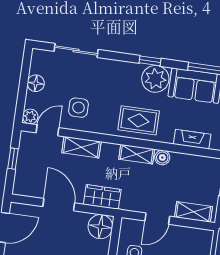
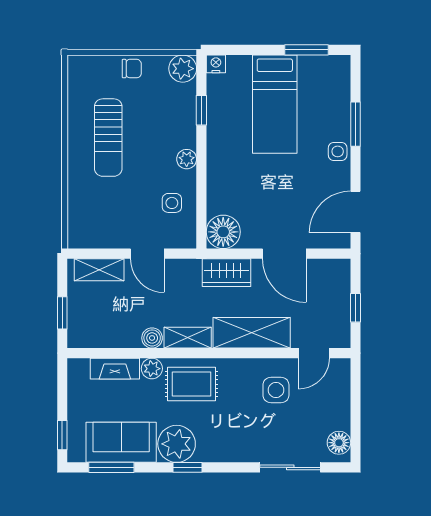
floor lamp: (36, 83) -> (339, 443), moved
plant: (30, 117) -> (152, 369), moved
shelving: (81, 147) -> (252, 333), width x1.50, depth x1.33
door: (157, 219) -> (147, 254), swing flipped

